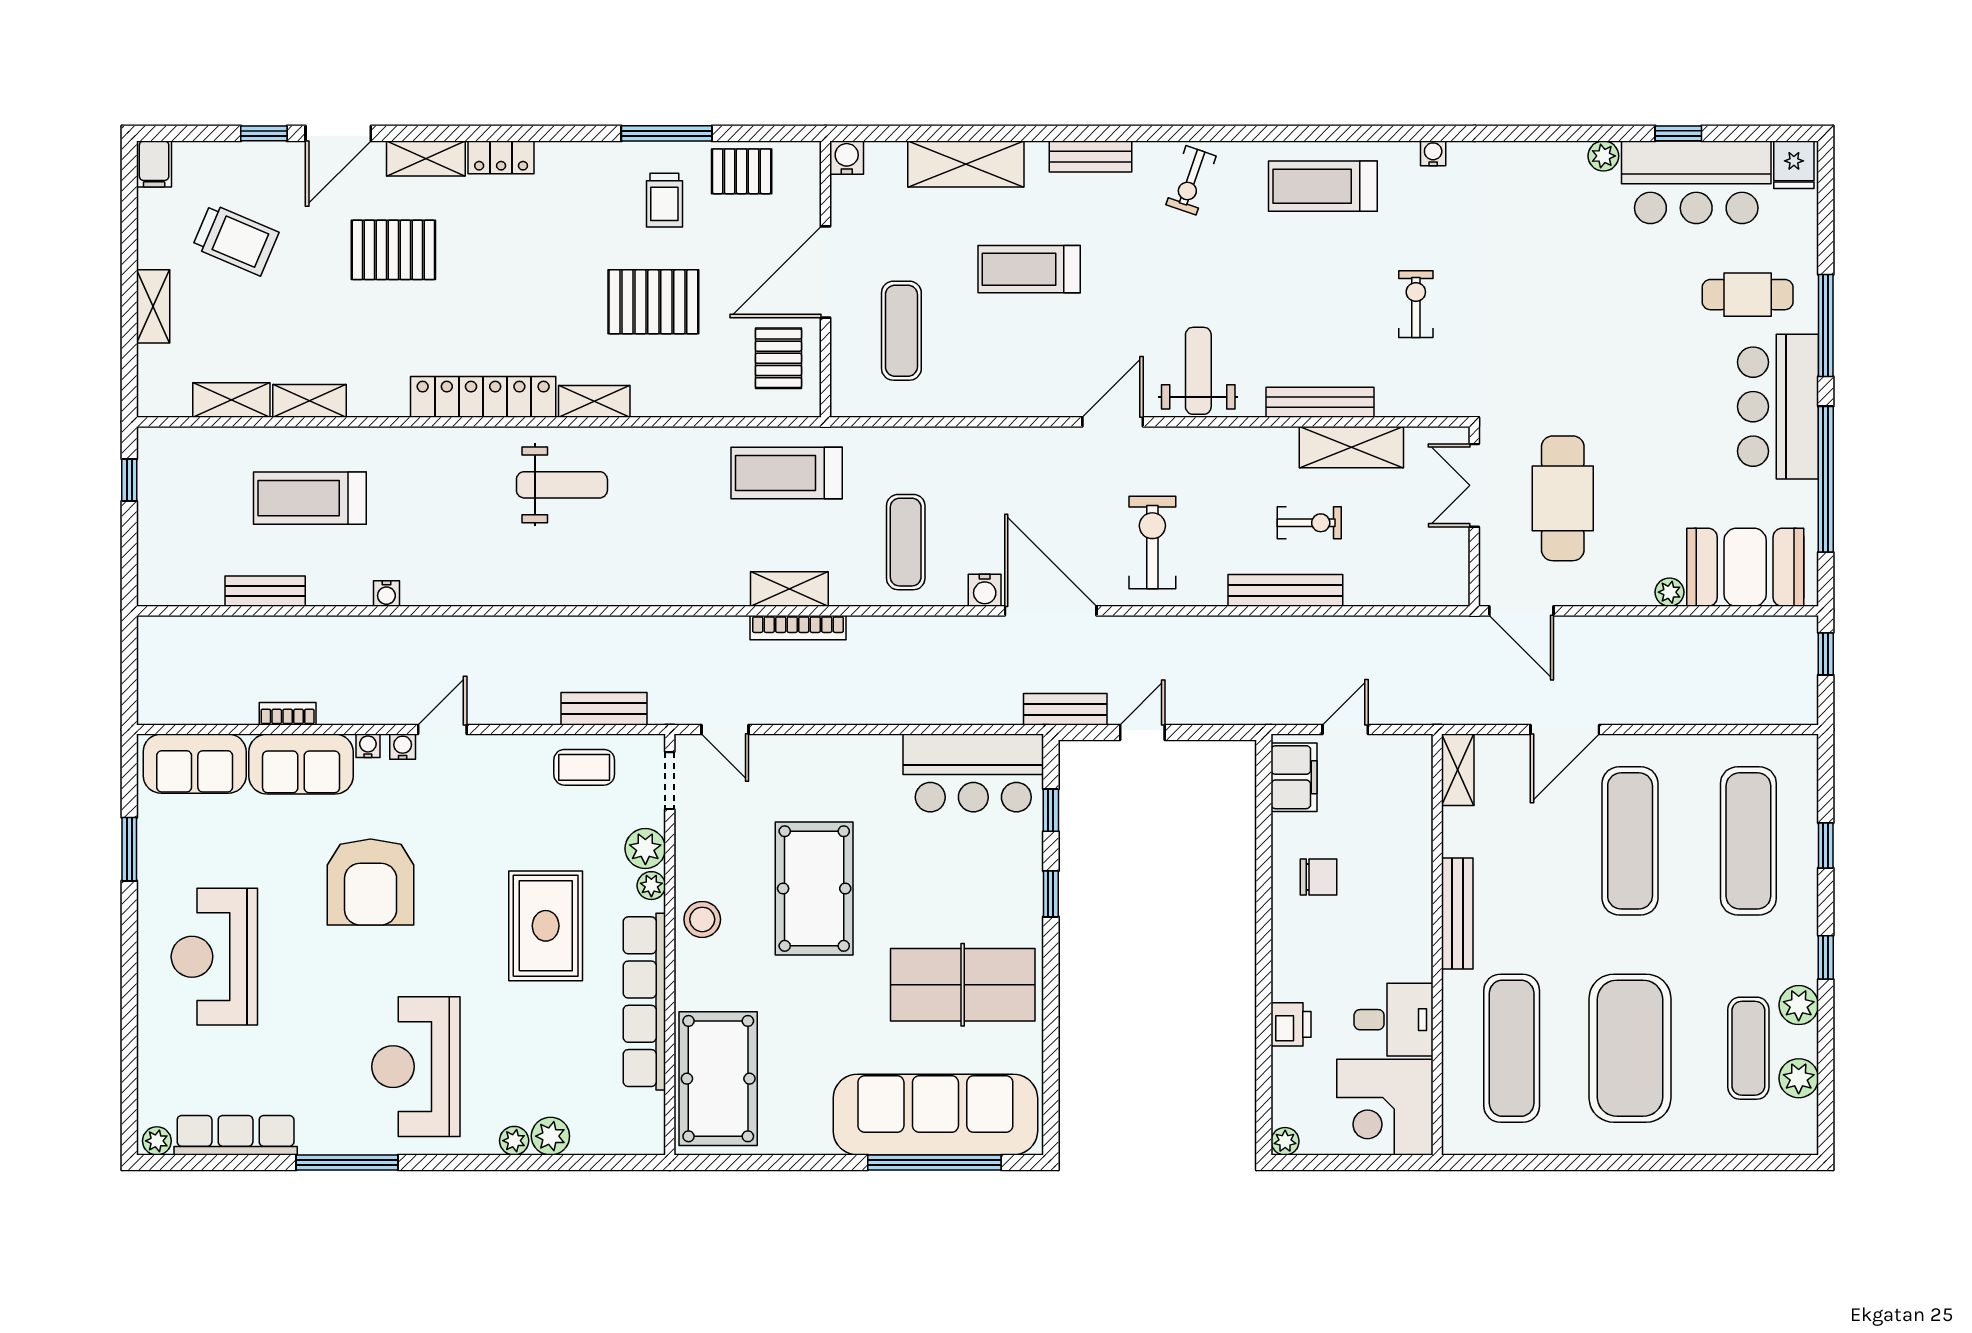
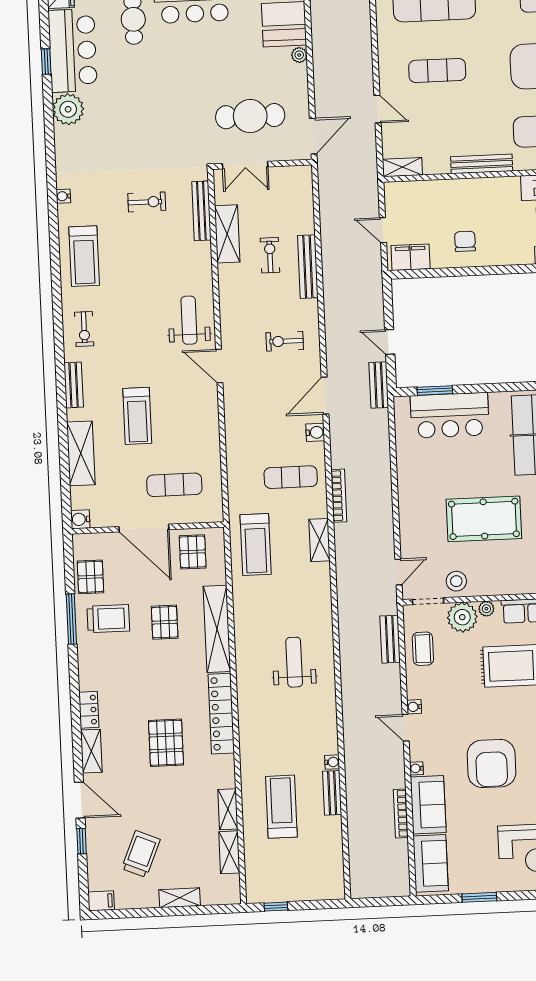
plant: (1603, 156) -> (68, 109), width x1.88, depth x1.88
exercise bike: (1191, 180) -> (84, 329), turned 71
trolley: (664, 200) -> (108, 619), width x1.36, depth x1.39
pallet: (393, 250) -> (166, 743), moved
pallet: (653, 302) -> (165, 622), width x0.67, depth x0.71
exercise bike: (1416, 304) -> (147, 202), turned 180
pallet: (778, 358) -> (193, 552), turned 90
weight bench: (1198, 371) -> (189, 320), turned 90
shelving: (594, 401) -> (217, 629), width x2.20, depth x1.33
bench: (1320, 402) -> (201, 211), moved
weight bench: (562, 485) -> (294, 662), moved
treadmill: (310, 498) -> (281, 807), turned 180
exercise bike: (1152, 542) -> (285, 341), width x0.73, depth x0.72
bench: (265, 591) -> (332, 793), moved
door: (1051, 611) -> (325, 396), width x0.73
bookcase: (798, 628) -> (339, 496), moved
bookcase: (288, 714) -> (401, 813), width x1.56
door: (1565, 730) -> (378, 109), width x0.73
water cooler: (403, 747) -> (414, 707), moved
bar counter: (973, 773) -> (450, 415), moved, turned 90
window: (1051, 810) -> (435, 390), width x1.50
exercise mat: (1630, 841) -> (437, 70), width x0.73, depth x0.69
plant: (645, 849) -> (462, 617), width x1.36, depth x1.36
armchair: (371, 882) -> (491, 764), turned 90
window: (1051, 894) -> (481, 388), removed
stool: (702, 919) -> (456, 581), moved

